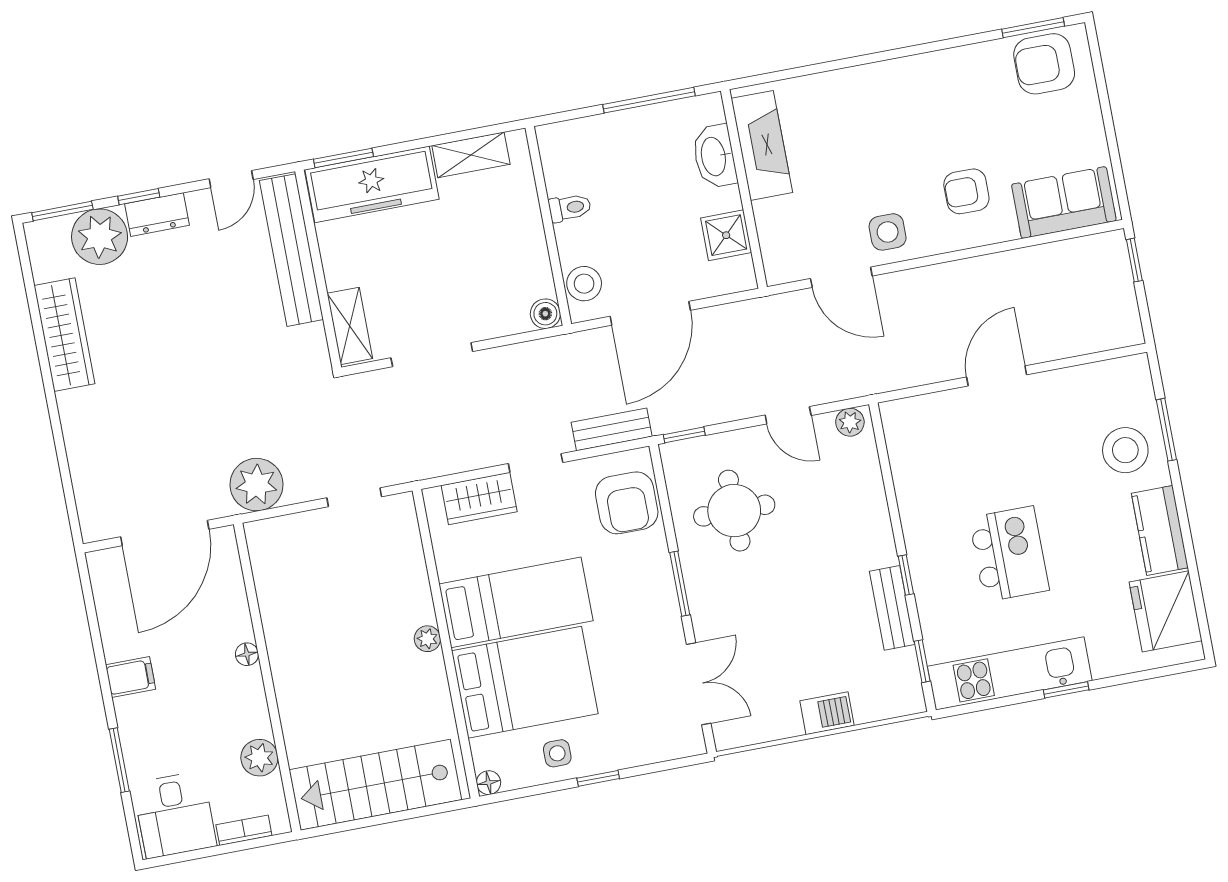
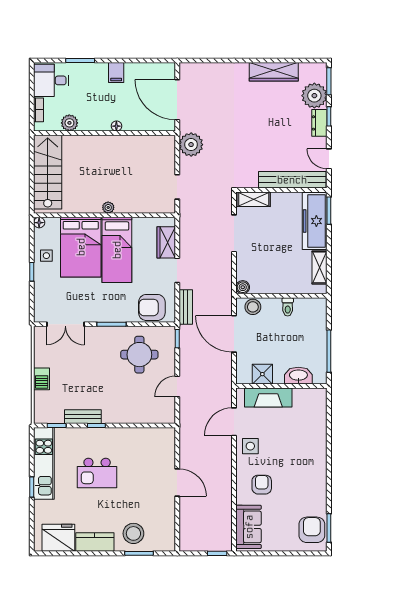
fireplace: (762, 145) -> (268, 397), moved
plant: (850, 422) -> (169, 413), removed

